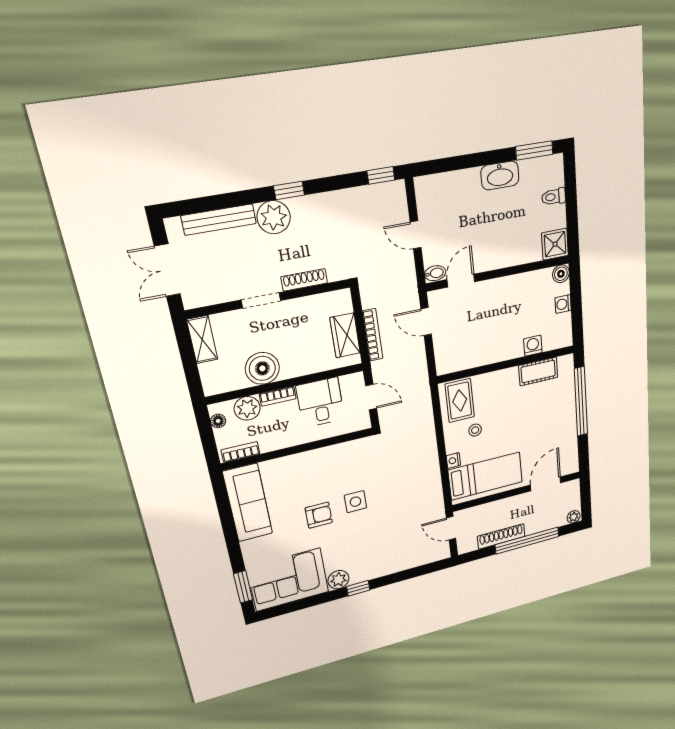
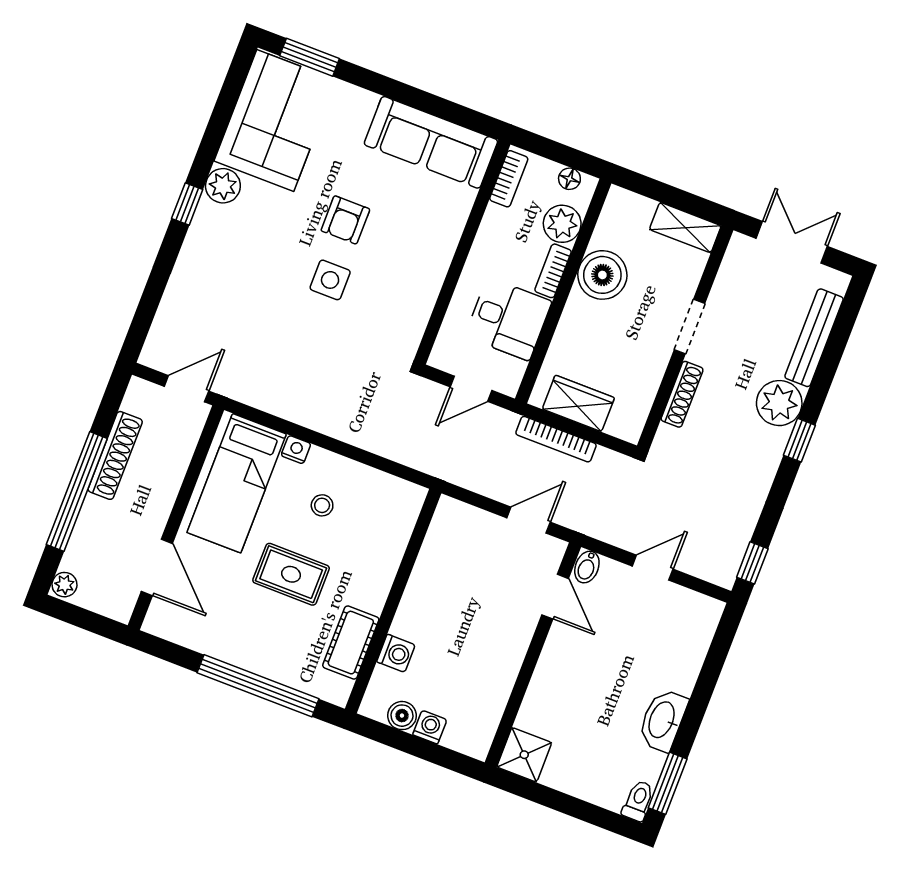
toilet: (554, 197) -> (638, 801), moved
boiler: (561, 274) -> (402, 716), moved
rug: (460, 401) -> (291, 574), moved

